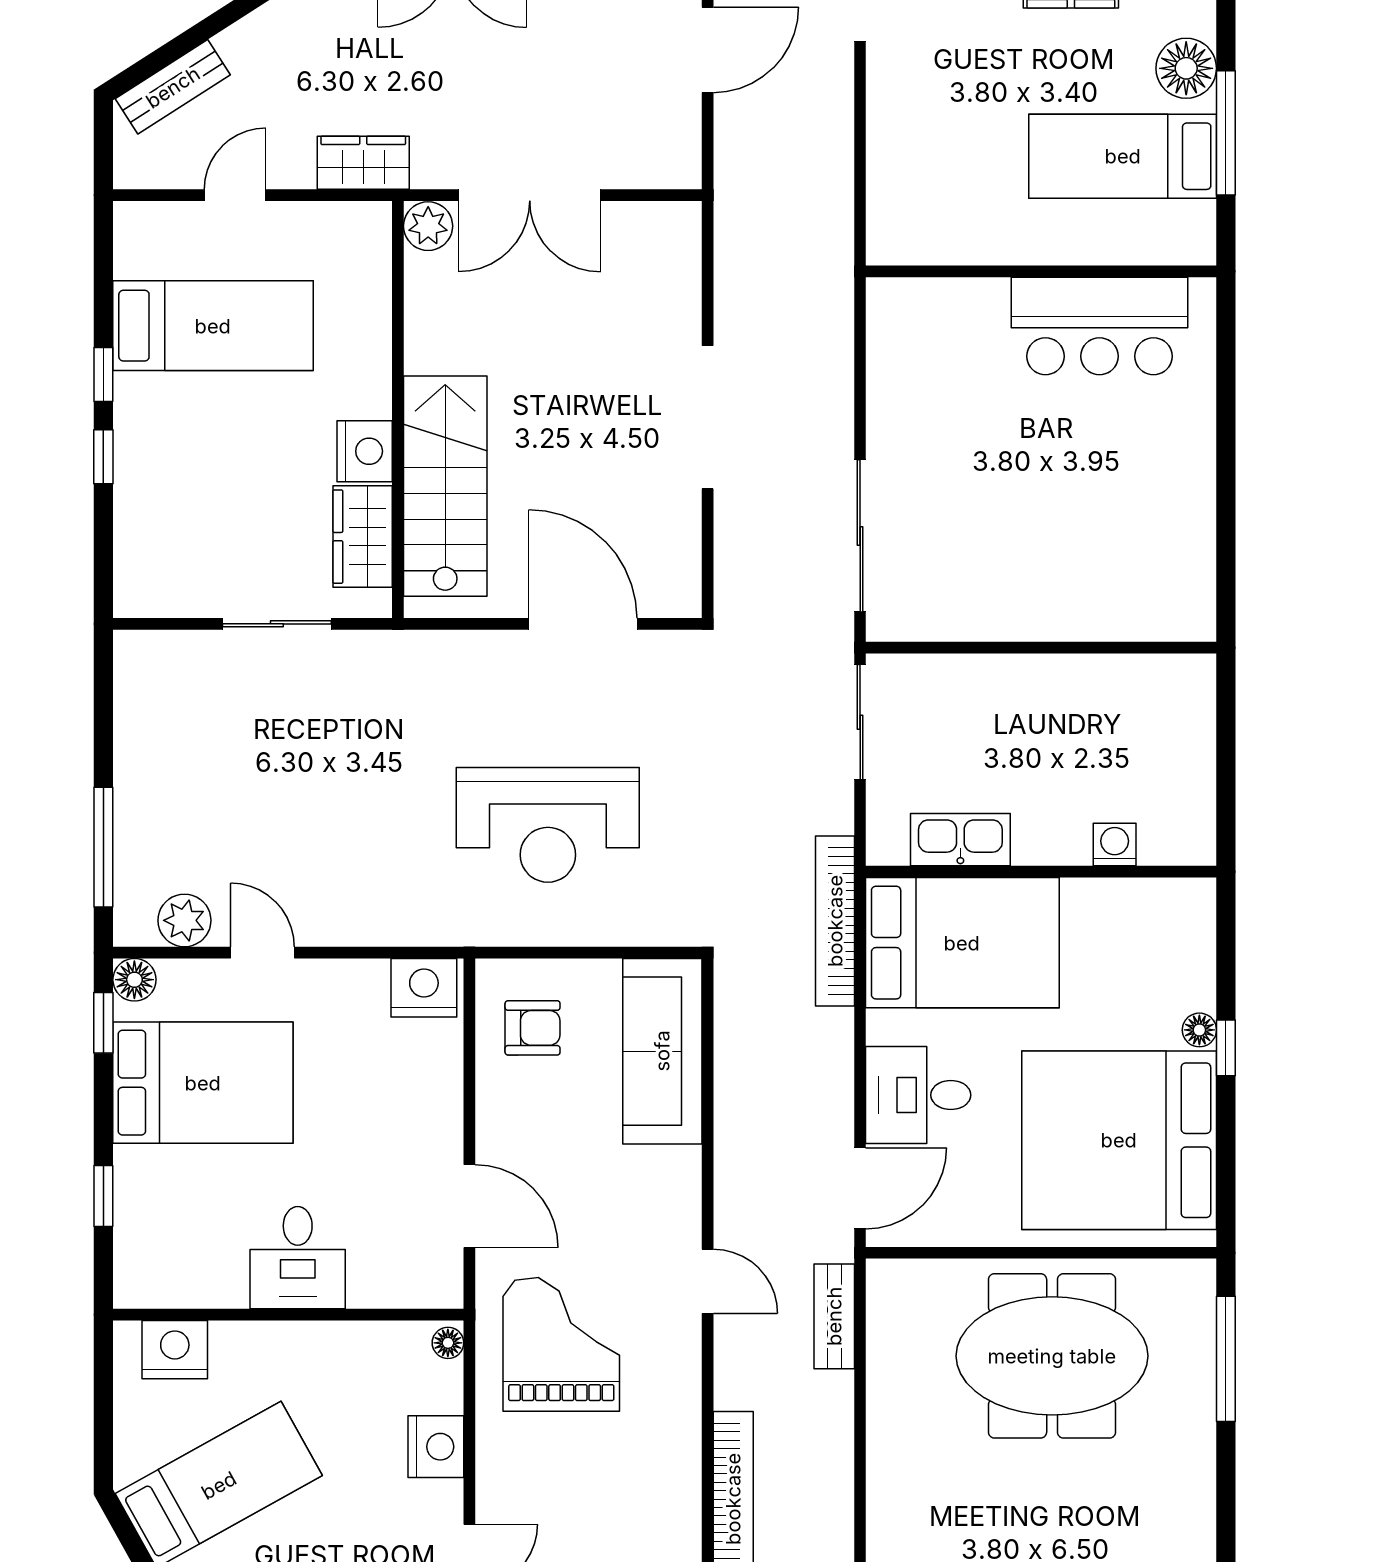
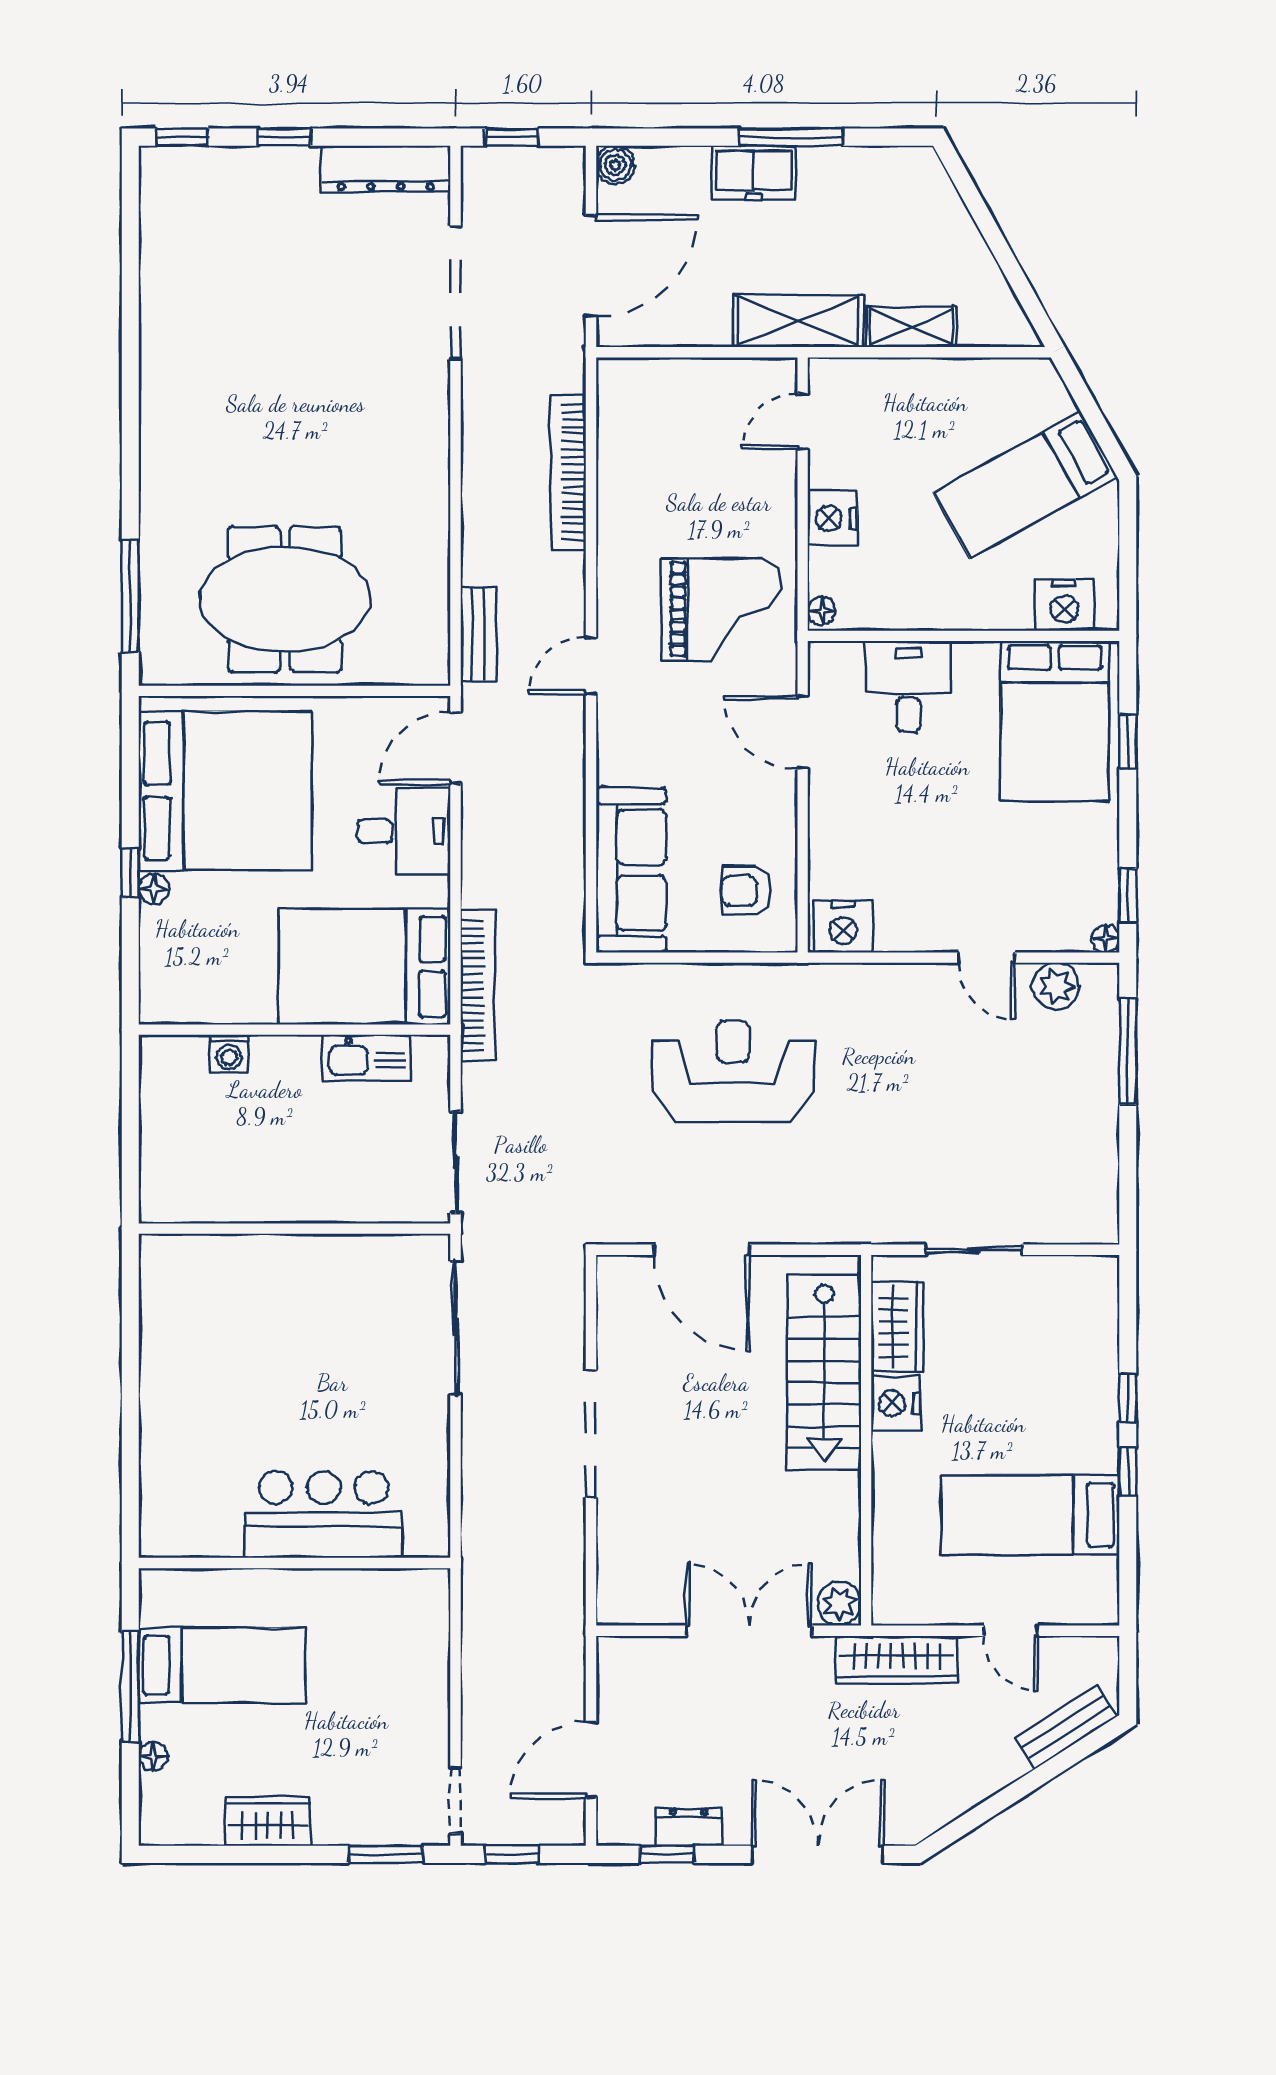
floor lamp: (1186, 68) -> (153, 1756), width x0.53, depth x0.53
wardrobe: (363, 163) -> (897, 1660), width x1.50
door: (235, 195) -> (1011, 1631), hinge flipped
bar counter: (1099, 326) -> (323, 1515), moved
floor lamp: (134, 980) -> (1105, 939), width x0.73, depth x0.73
bed: (203, 1083) -> (1055, 721), moved, turned -90
desk: (298, 1258) -> (908, 686), moved
door: (708, 1281) -> (591, 666), hinge flipped
grand piano: (561, 1344) -> (721, 609), turned -90

